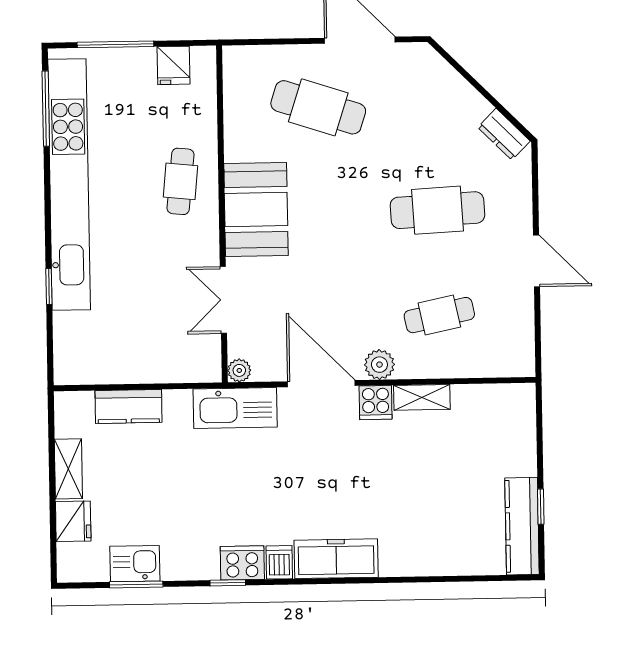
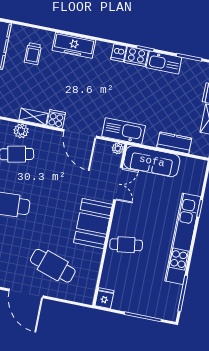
fridge: (174, 65) -> (105, 298), moved
cafe table: (180, 181) -> (126, 245), turned 76
kitchen unit: (69, 185) -> (183, 239), width x0.73
sofa: (165, 360) -> (152, 161), added
plant: (379, 365) -> (21, 131), moved
trolley: (451, 523) -> (33, 54), added
freezer: (336, 559) -> (74, 45), moved
kitchen sink: (135, 564) -> (164, 63), moved, width x1.38

